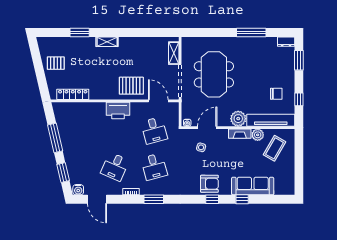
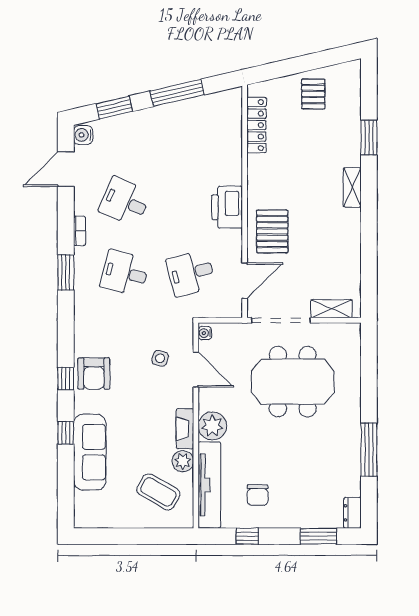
desk: (154, 167) -> (125, 273), turned 30

